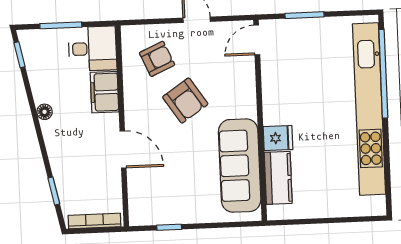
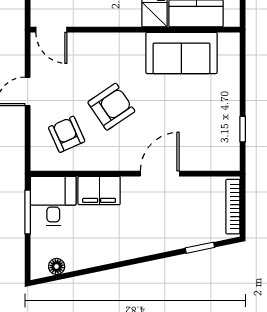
window: (61, 25) -> (28, 212), moved
window: (19, 55) -> (56, 278), removed
floor lamp: (45, 112) -> (57, 266), moved
sofa: (240, 166) -> (181, 53), width x0.73

